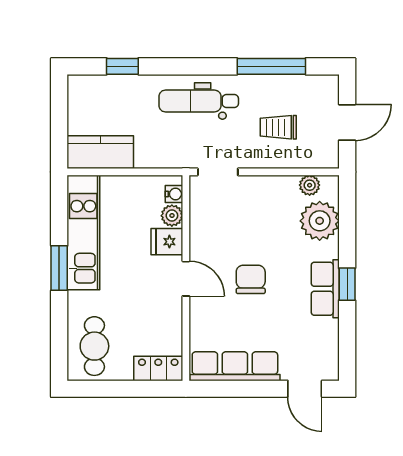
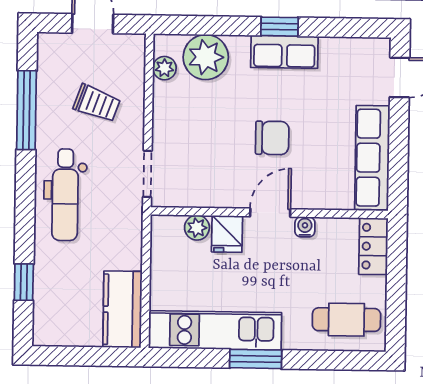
trolley: (278, 127) -> (97, 103), turned -70
water cooler: (174, 194) -> (305, 227), moved
chair: (251, 279) -> (272, 138), turned 180

